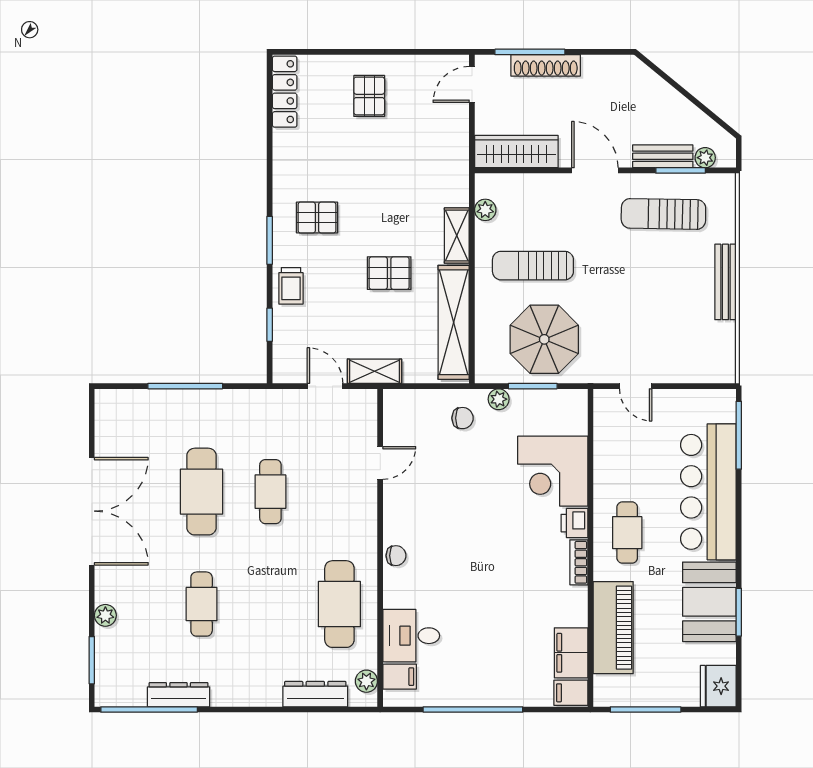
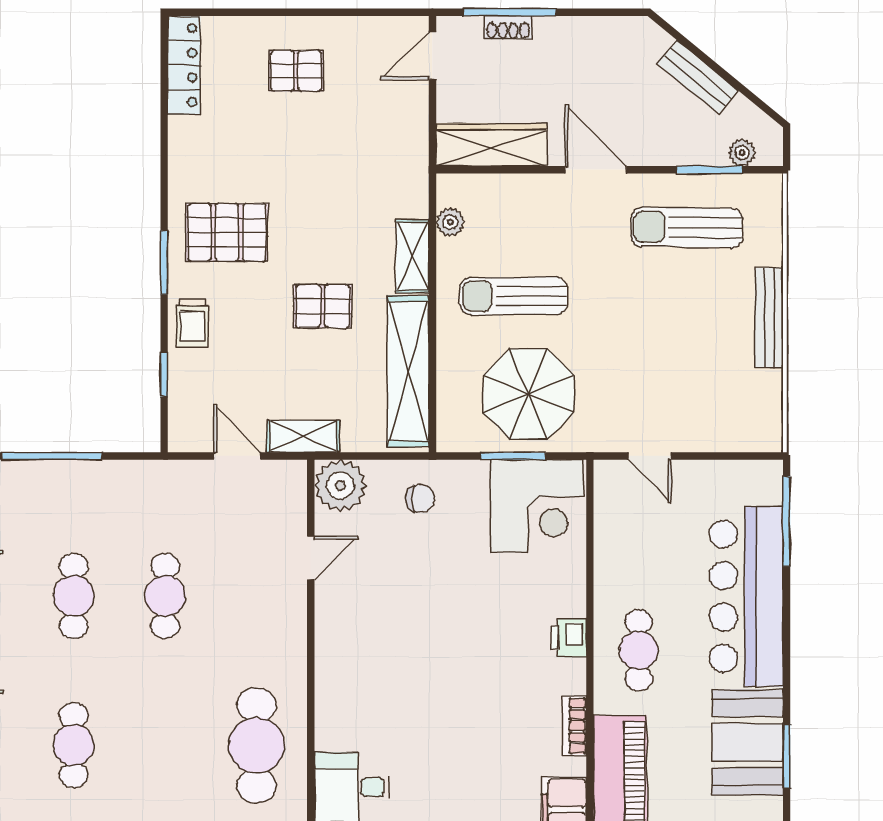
shoe rack: (546, 65) -> (508, 27), width x0.51, depth x0.81
pallet: (369, 96) -> (296, 71), turned 90
bench: (663, 156) -> (698, 77), moved, turned 39
pallet: (317, 218) -> (227, 232), width x1.50, depth x1.42
plant: (499, 399) -> (340, 486), moved, width x1.88, depth x1.88
corner desk: (553, 471) -> (537, 506), moved, turned -90
cafe table: (202, 492) -> (74, 596), width x0.73, depth x0.74
chair: (396, 556) -> (332, 681), removed
bookcase: (579, 562) -> (574, 726), moved

